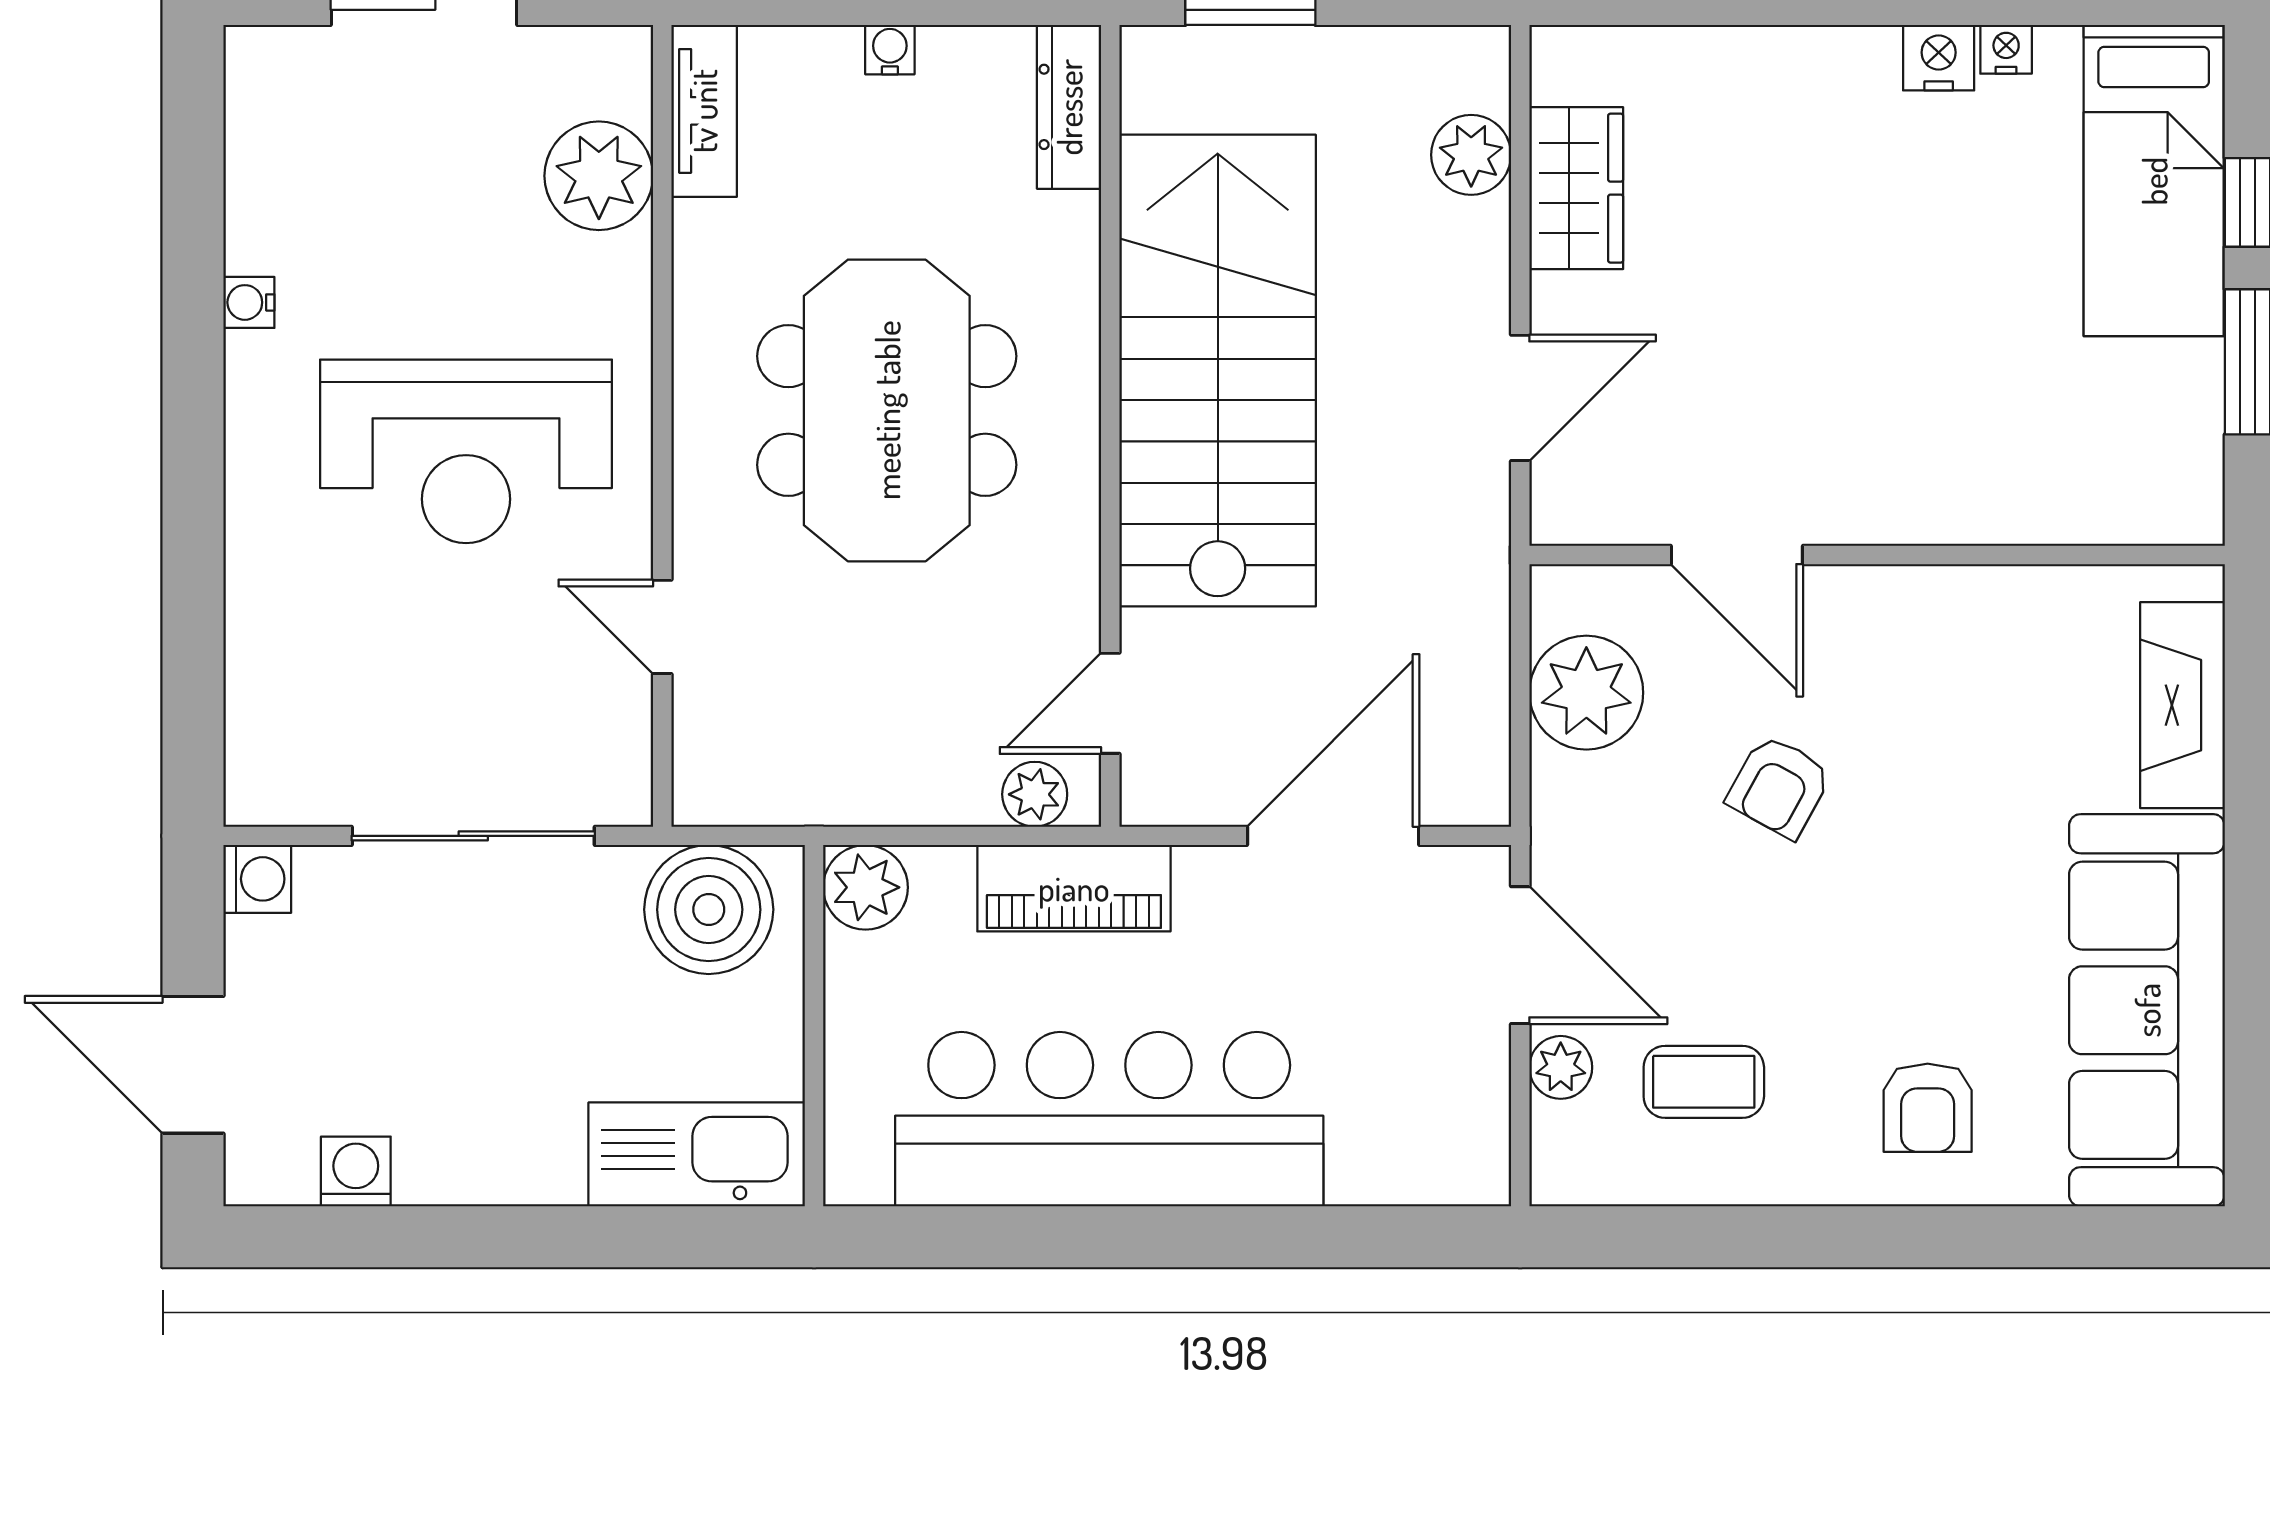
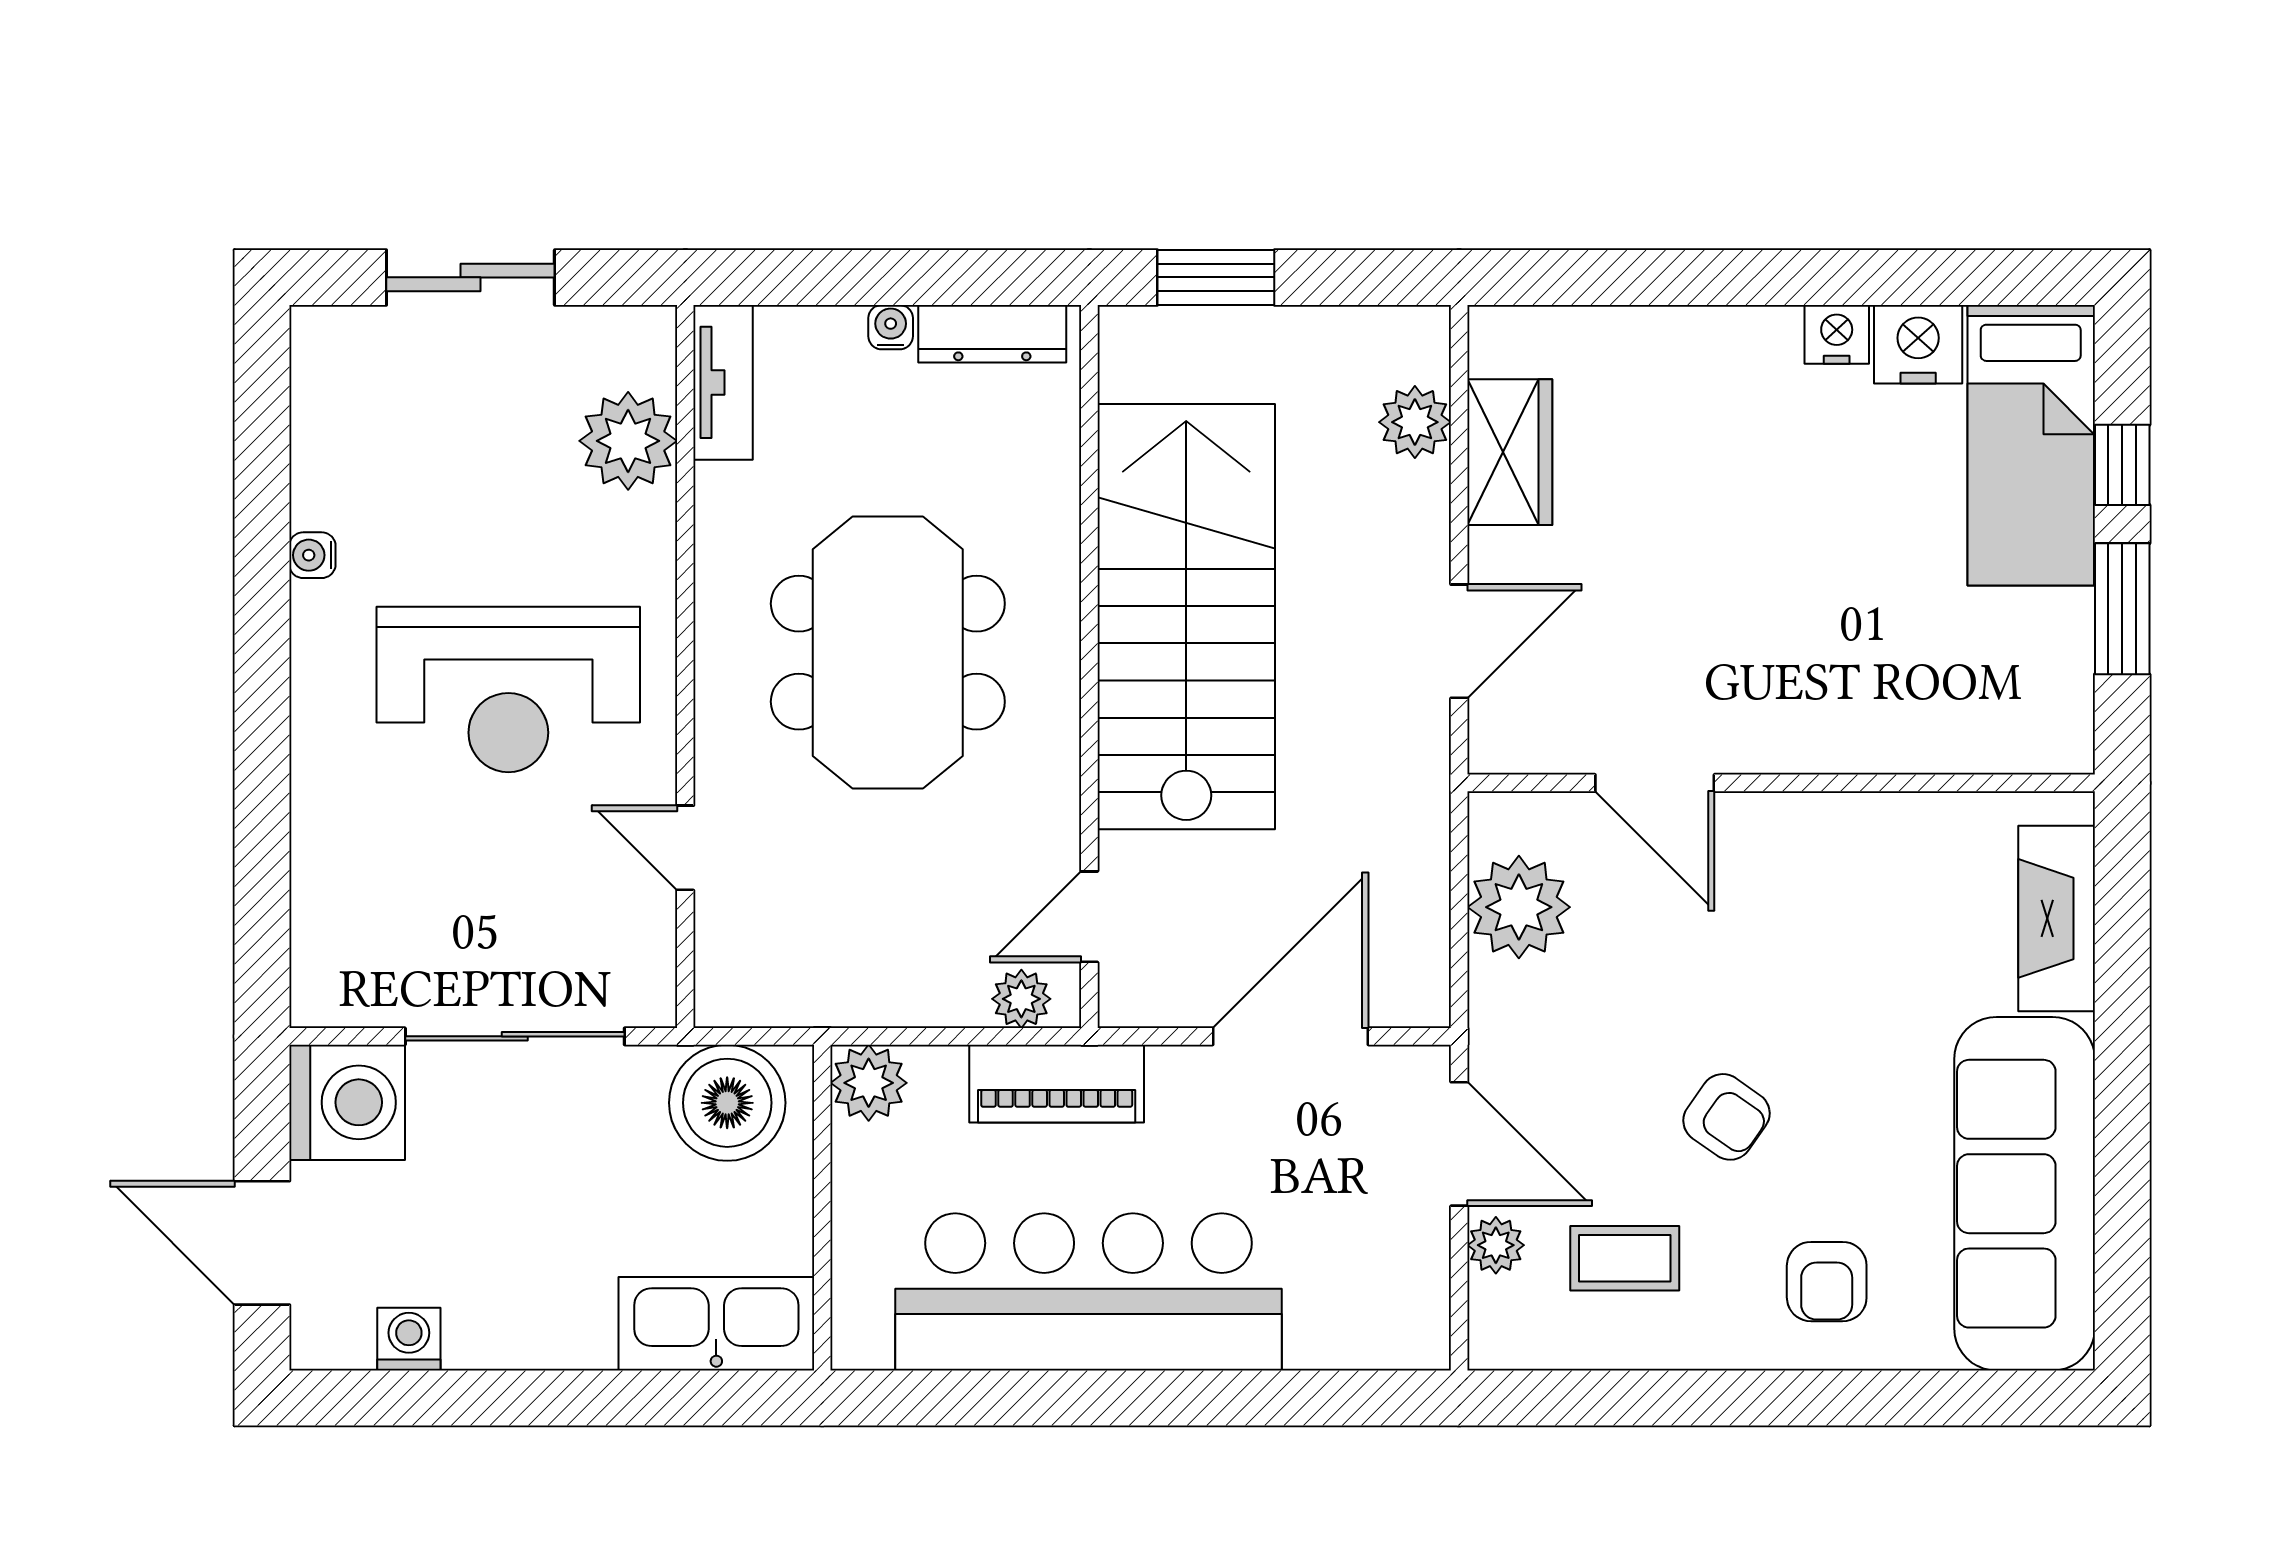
nightstand: (2006, 49) -> (1918, 344), width x1.89, depth x1.79
dresser: (1069, 107) -> (992, 334), moved, turned -90
armchair: (1779, 787) -> (1726, 1117), moved, turned -84
washing machine: (257, 879) -> (347, 1102), width x1.89, depth x1.89

